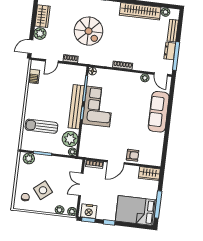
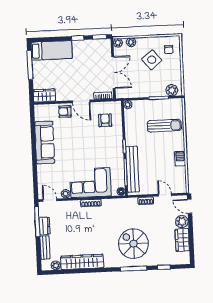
spiral stairs: (89, 31) -> (133, 244), moved
door: (30, 47) -> (190, 206), swing flipped
door: (52, 61) -> (165, 195), hinge flipped
barbecue: (34, 76) -> (180, 159), moved
bench: (76, 107) -> (132, 169), moved
corner sofa: (98, 107) -> (90, 183), moved, turned 90
sofa: (159, 112) -> (45, 142), moved
plant: (70, 139) -> (132, 118), removed
armchair: (96, 141) -> (105, 120), added
door: (116, 162) -> (81, 101), swing flipped
double door: (81, 184) -> (113, 72), width x1.37
nightstand: (89, 211) -> (101, 46), removed
bed: (136, 211) -> (52, 50), width x0.67

